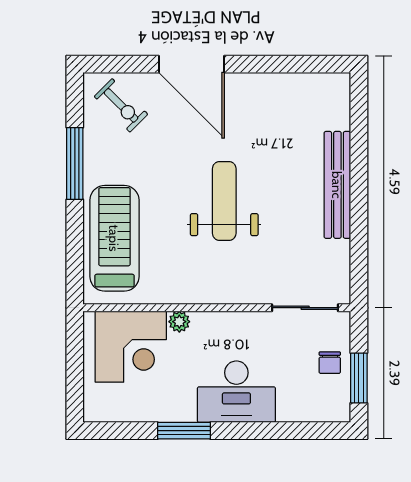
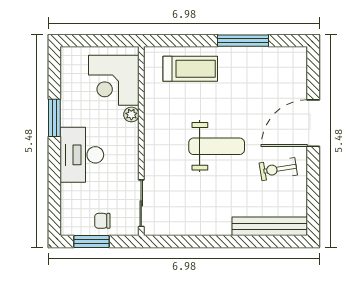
exercise bike: (121, 105) -> (278, 169), moved, turned 36
bench: (337, 185) -> (270, 226), moved
treadmill: (114, 238) -> (190, 69), width x0.73, depth x0.73

